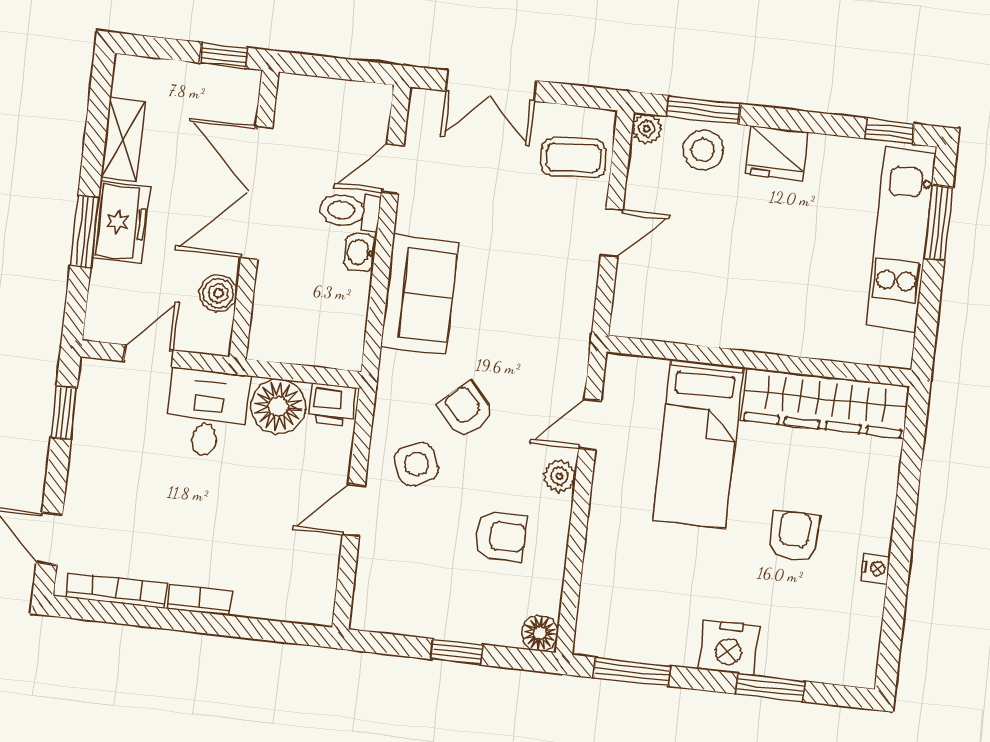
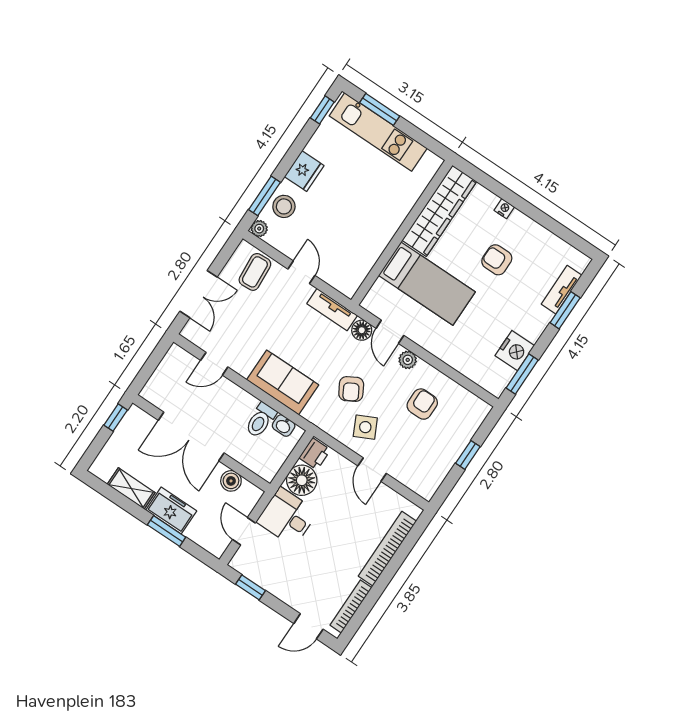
door: (393, 169) -> (214, 364), hinge flipped
toilet: (350, 211) -> (261, 420), moved
washbasin: (360, 252) -> (284, 426), moved
tv unit: (578, 313) -> (332, 309), added
armchair: (466, 410) -> (351, 389), turned -78
nightstand: (876, 568) -> (504, 209), moved
bookcase: (199, 600) -> (387, 549), width x2.31, depth x1.31
floor lamp: (540, 633) -> (362, 330), moved
nightstand: (729, 648) -> (515, 351), moved
tv unit: (800, 665) -> (561, 290), added

